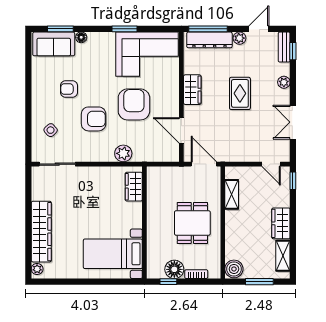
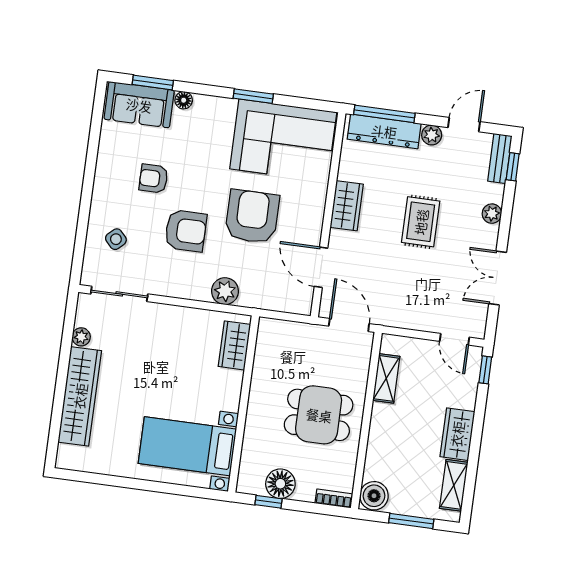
dining table: (192, 223) -> (319, 415), turned 90
plant: (37, 269) -> (81, 337), moved
bookcase: (196, 274) -> (334, 499), moved

